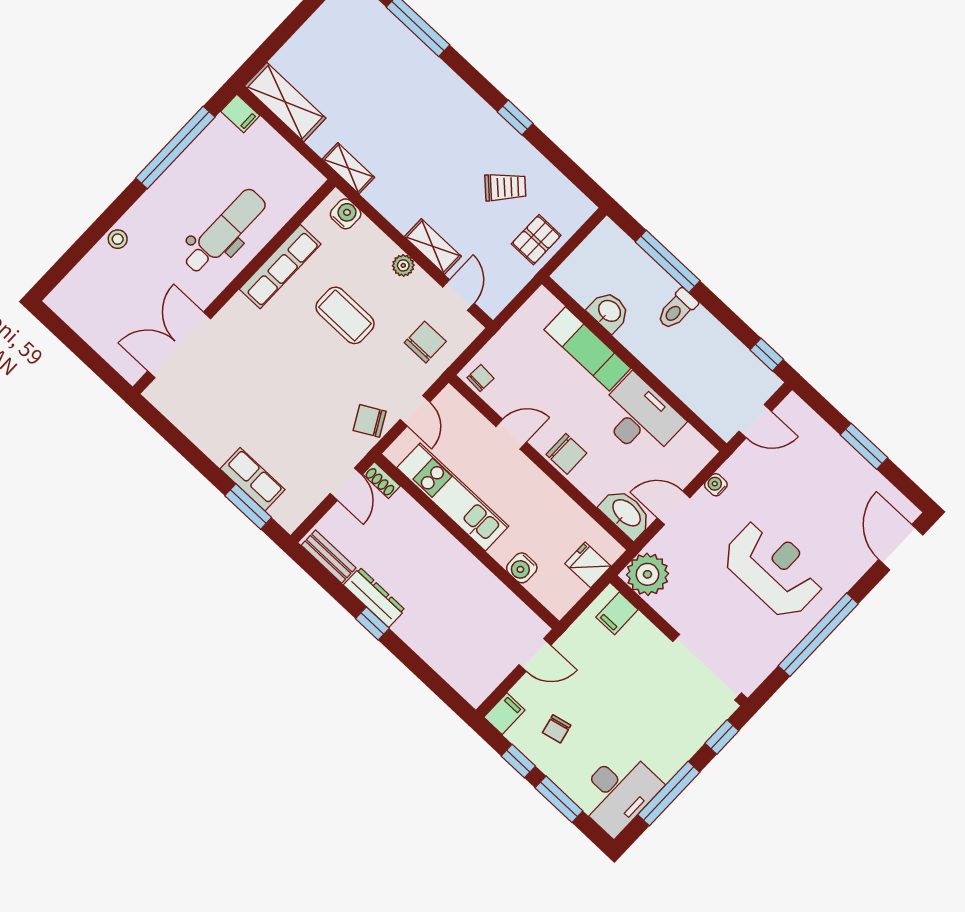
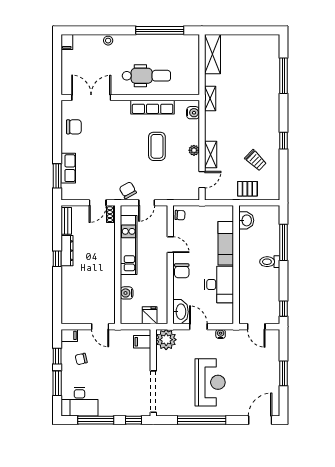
filing cabinet: (240, 113) -> (67, 42), moved
washbasin: (609, 311) -> (246, 220), moved
chair: (425, 342) -> (74, 127), moved

